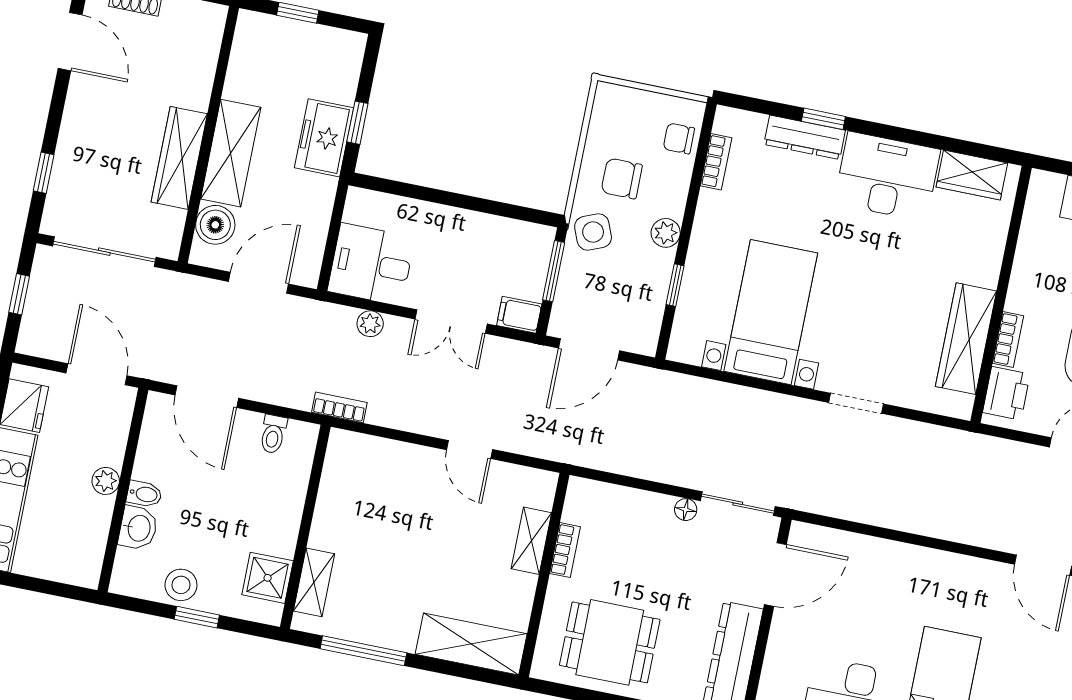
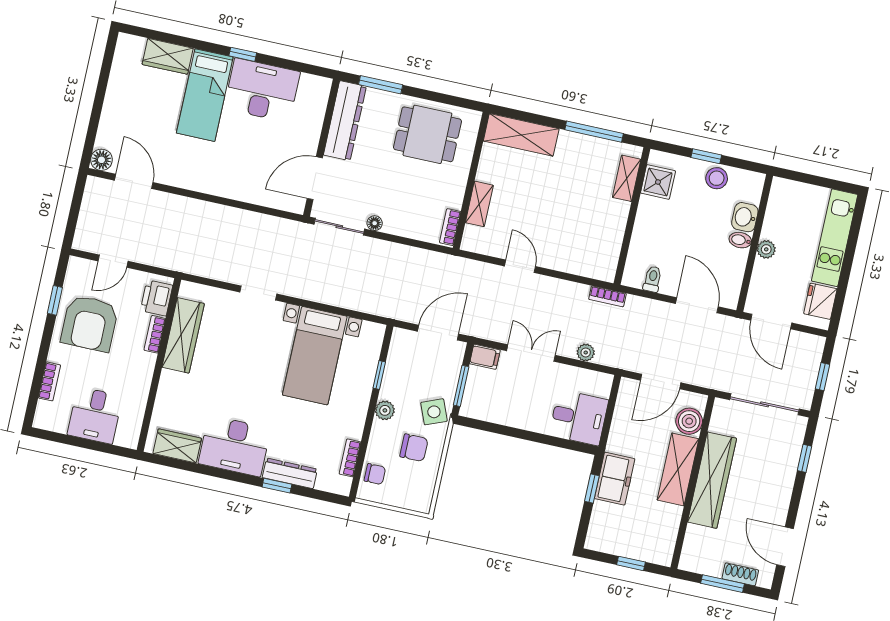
wardrobe: (179, 158) -> (712, 480), width x1.40, depth x1.17
desk: (371, 264) -> (579, 418), moved
bookcase: (565, 550) -> (450, 227), moved

